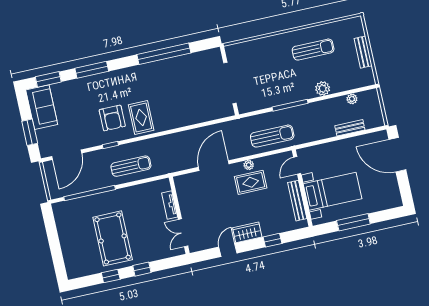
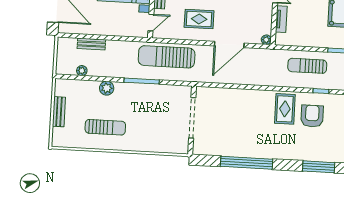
sun lounger: (313, 50) -> (105, 127), turned 180
sun lounger: (272, 136) -> (167, 57), width x1.36, depth x1.34
plant: (249, 165) -> (266, 40), moved

